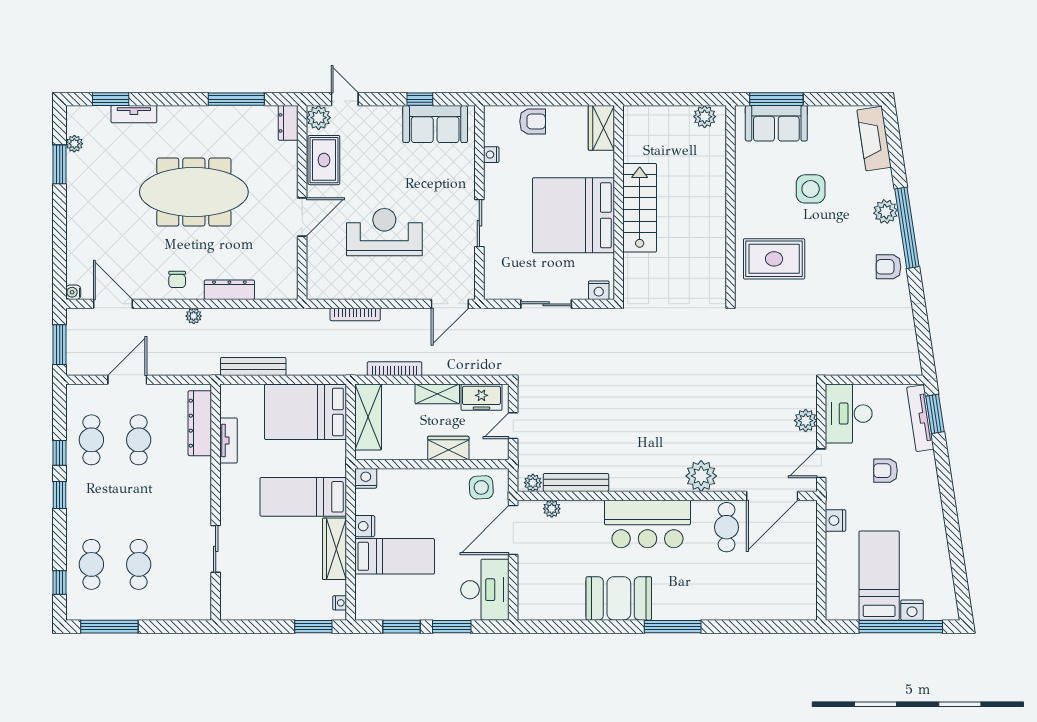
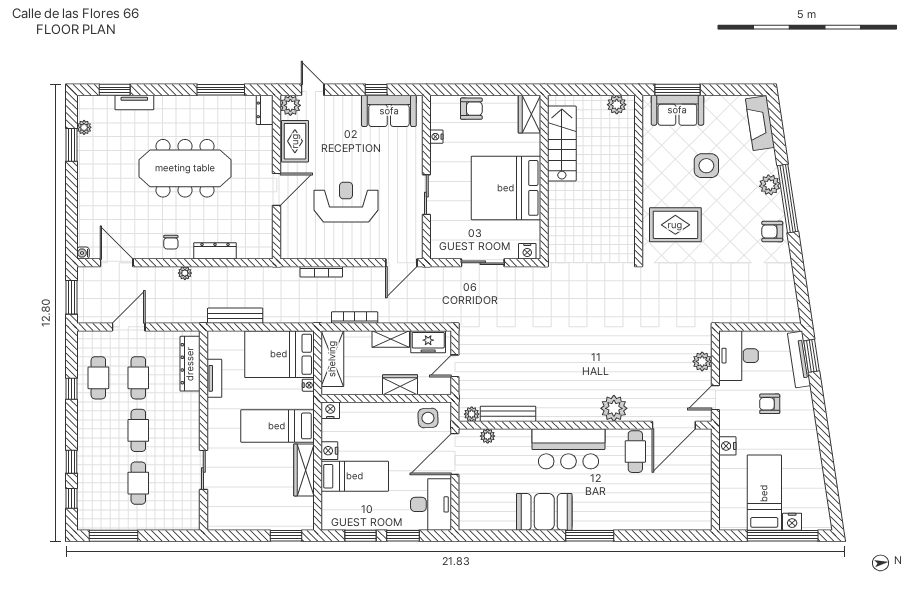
stairs: (640, 208) -> (562, 144), moved
window: (60, 495) -> (71, 462), moved
cafe table: (91, 564) -> (138, 430), moved
nightstand: (340, 603) -> (308, 385), moved

